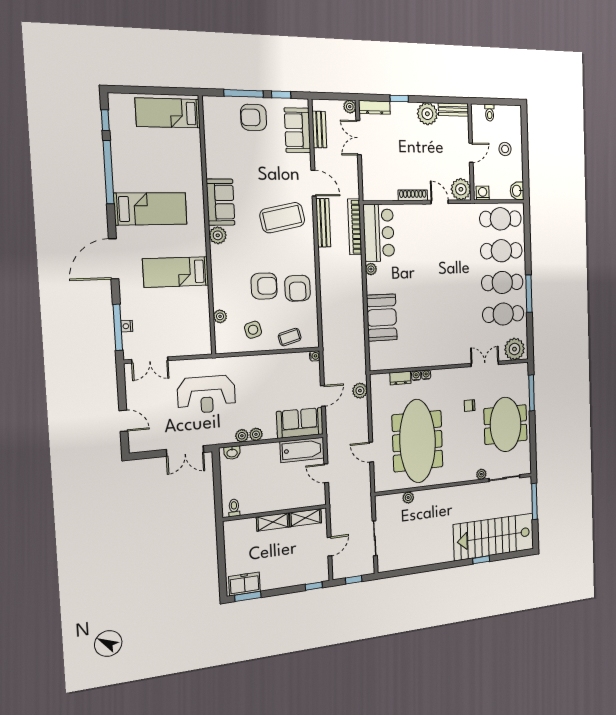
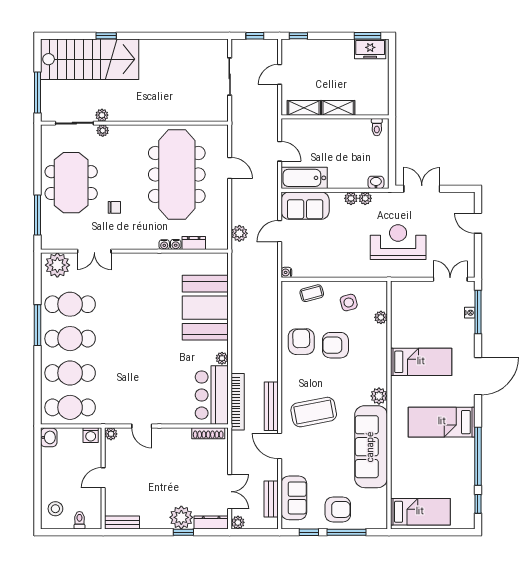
plant: (427, 114) -> (181, 517), moved
stool: (505, 149) -> (55, 509), moved
plant: (461, 189) -> (111, 434), width x0.53, depth x0.53
shoe rack: (413, 195) -> (208, 433), moved
sofa: (221, 202) -> (371, 447), width x1.85, depth x1.27
booth: (382, 317) -> (205, 308), width x1.36, depth x1.42
plant: (408, 498) -> (102, 115), moved

